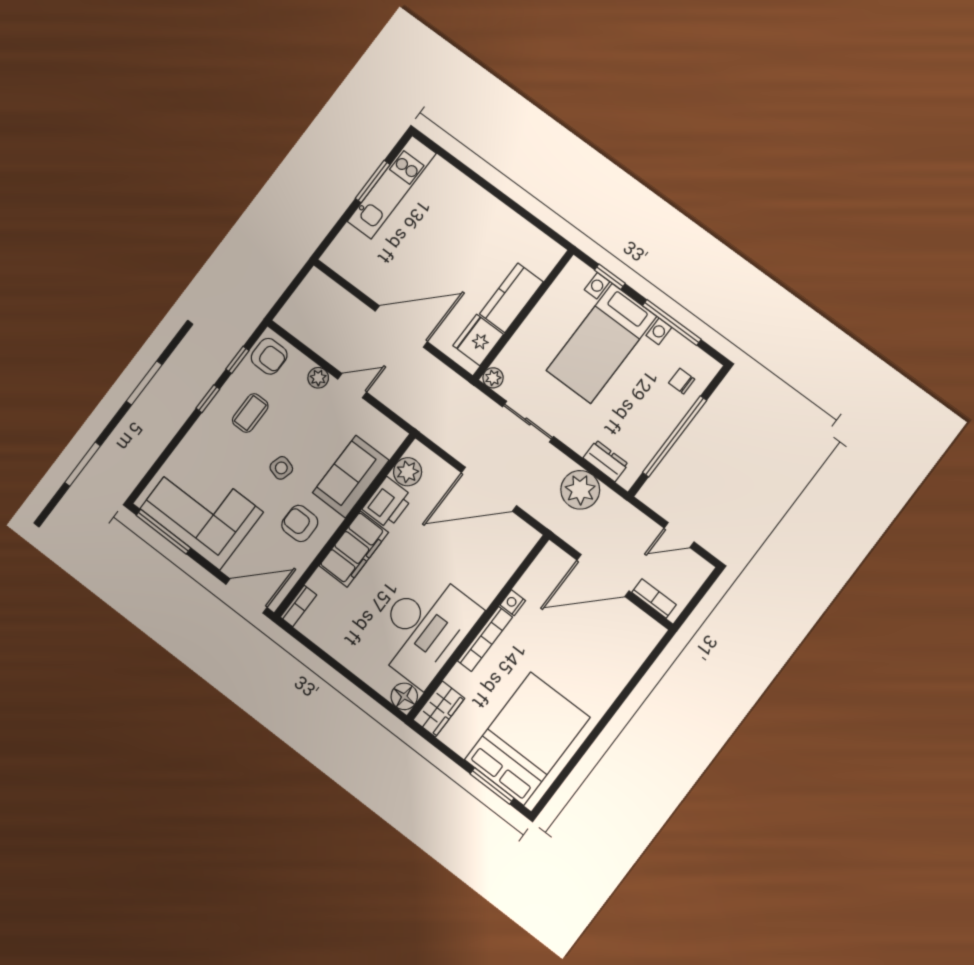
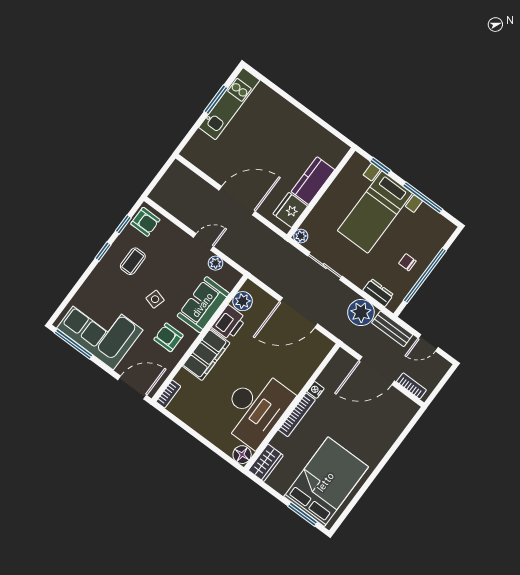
plant: (318, 378) -> (216, 263), moved
chair: (682, 381) -> (407, 262), moved
bench: (626, 514) -> (392, 329), added

